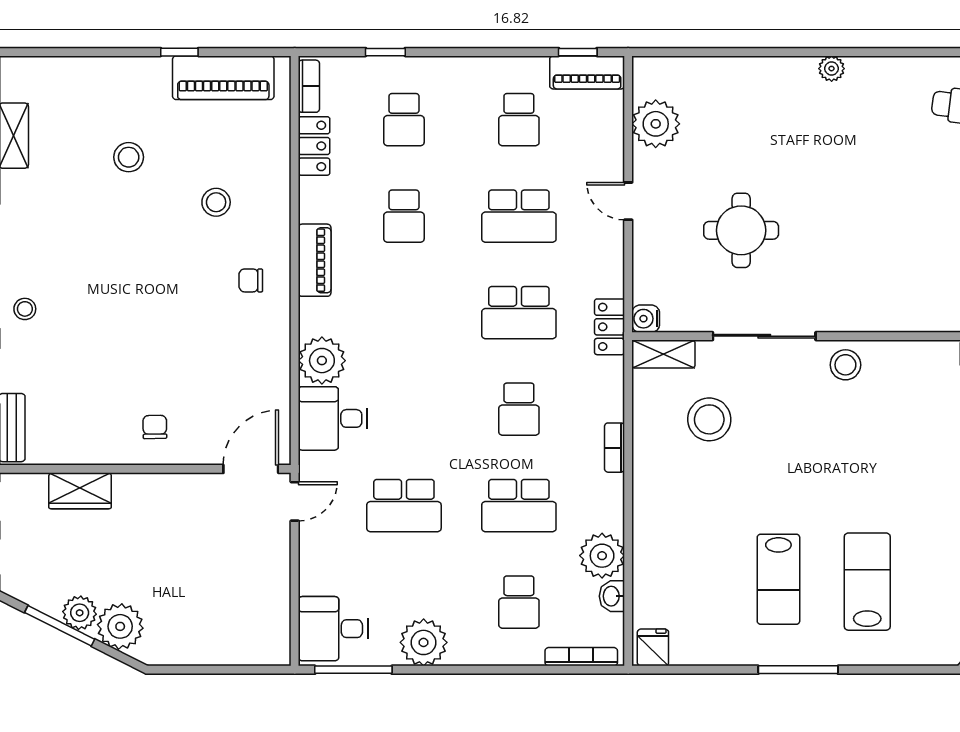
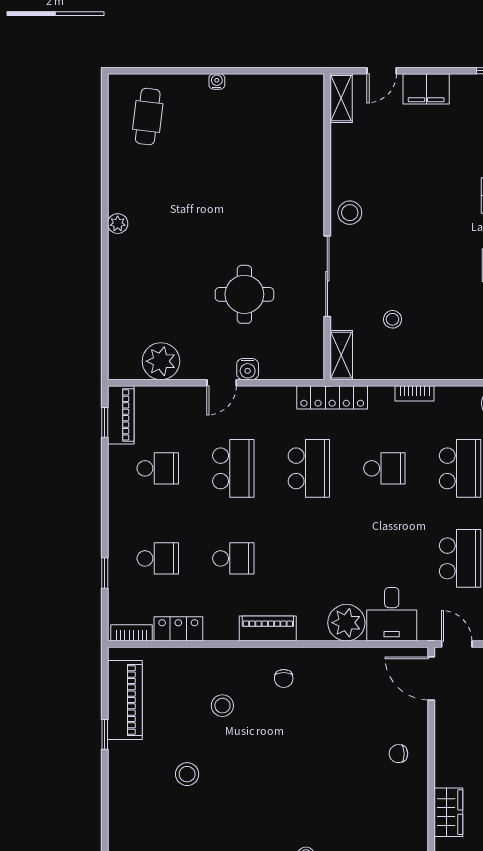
water cooler: (646, 319) -> (248, 369), moved
locker: (610, 327) -> (332, 397), width x1.53
stool: (709, 419) -> (393, 319), width x0.53, depth x0.53

